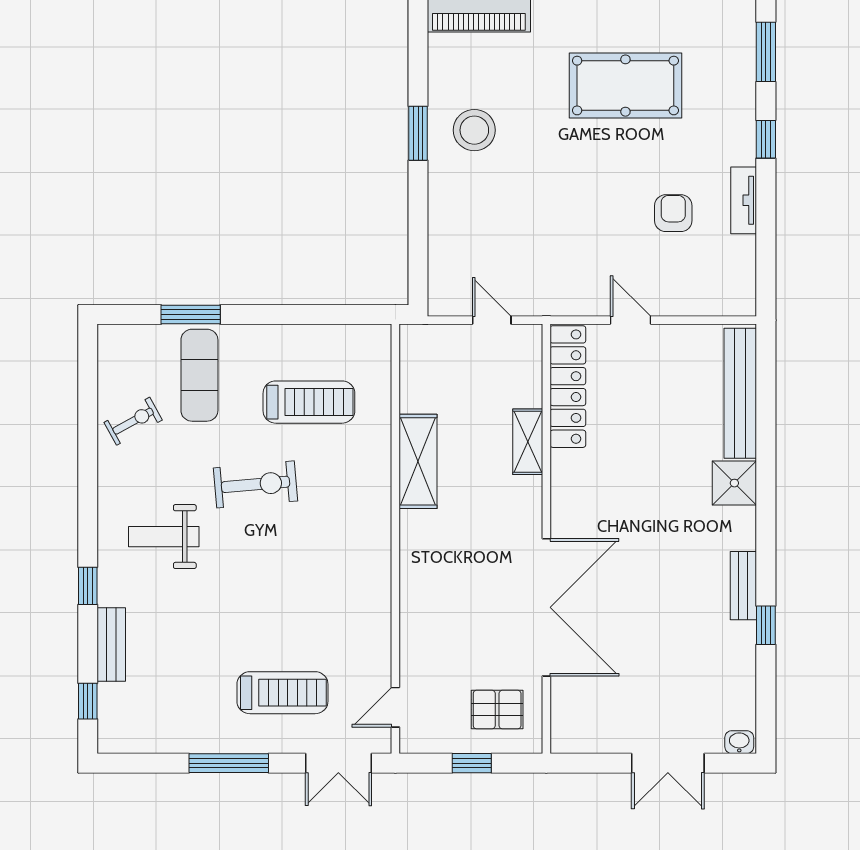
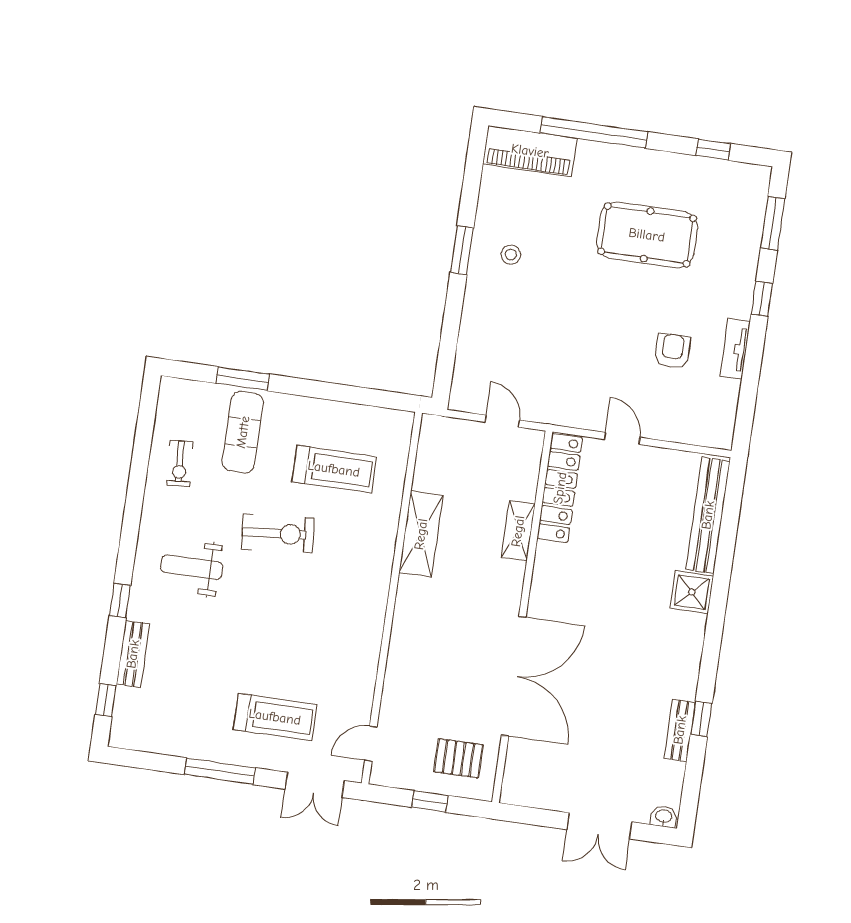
stool: (474, 130) -> (511, 255), width x0.53, depth x0.53
exercise bike: (133, 421) -> (180, 464), turned 115
bench: (743, 586) -> (680, 730), moved

